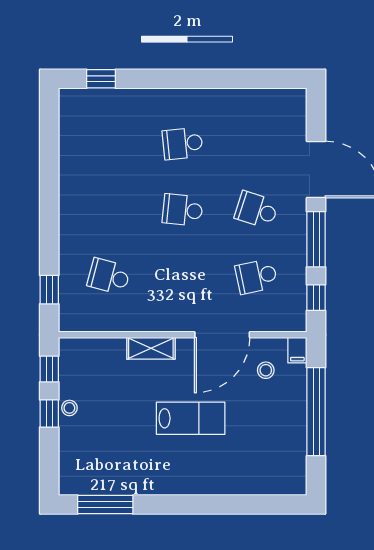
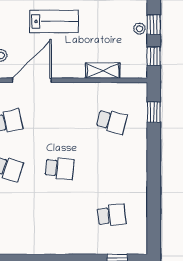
school desk: (183, 143) -> (112, 215), moved
shelving: (151, 348) -> (103, 71), moved
lab bench: (191, 418) -> (54, 21), turned 180

